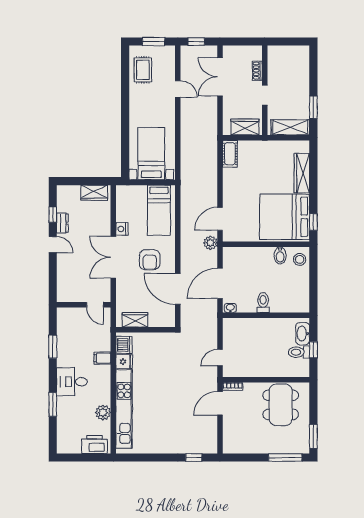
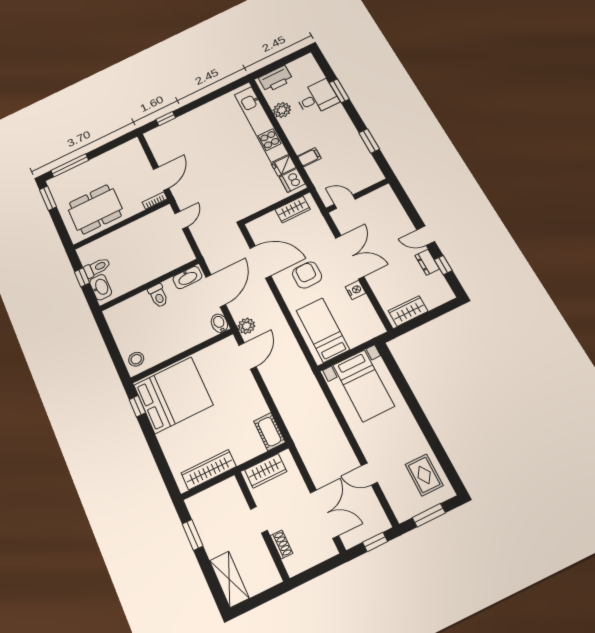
shelving: (290, 127) -> (229, 579), moved, turned 90
wardrobe: (302, 173) -> (209, 470), moved, turned -90
bidet: (280, 255) -> (219, 323), moved
washbasin: (230, 308) -> (187, 278), width x1.91, depth x1.45
desk: (72, 382) -> (317, 98), moved
dining table: (281, 405) -> (95, 209), turned 90

